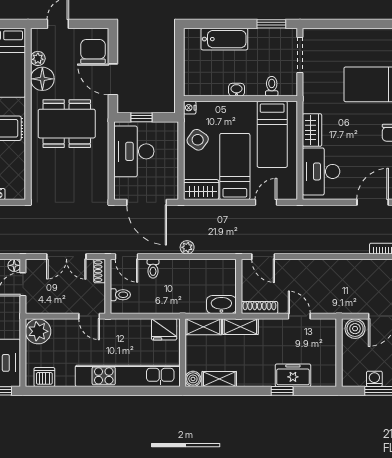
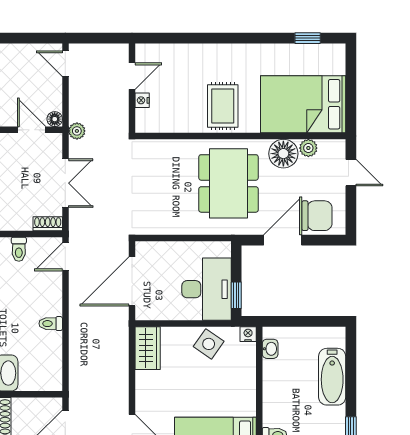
washbasin: (237, 90) -> (270, 349), moved
window: (142, 117) -> (236, 295), moved
desk: (134, 151) -> (206, 289), moved, turned 90
bed: (235, 167) -> (176, 390), removed
plant: (187, 247) -> (77, 131), moved
double door: (66, 257) -> (65, 183), swing flipped
toilet: (153, 269) -> (51, 324), moved

